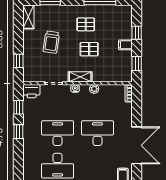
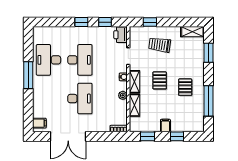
trolley: (51, 42) -> (160, 45), moved
pallet: (89, 49) -> (160, 80), moved
shelving: (104, 77) -> (134, 105), added

